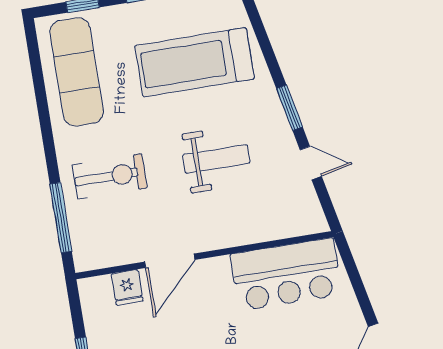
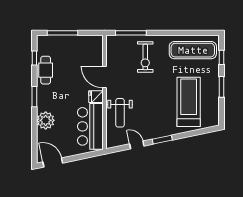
weight bench: (216, 159) -> (120, 113), moved
door: (311, 163) -> (137, 145), swing flipped
fridge: (127, 287) -> (96, 97), moved

